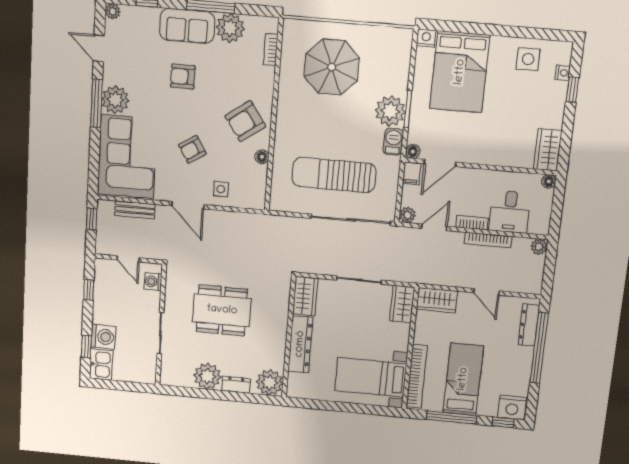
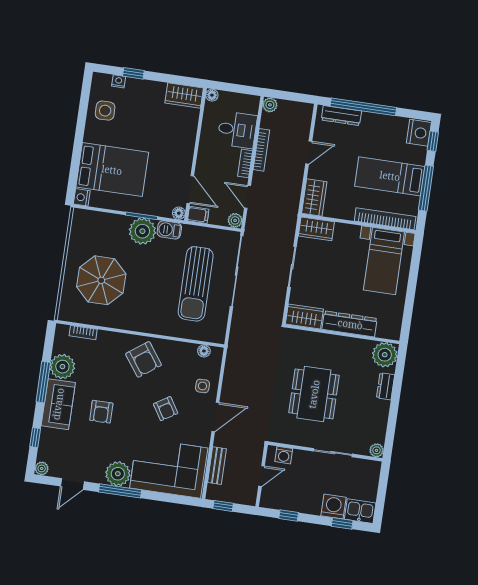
floor lamp: (262, 157) -> (204, 351), moved
plant: (207, 376) -> (377, 450), moved, width x0.53, depth x0.53

